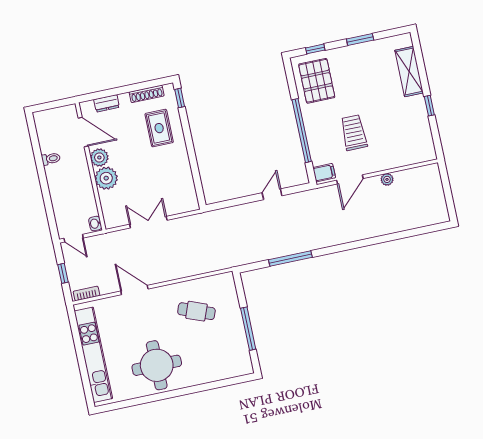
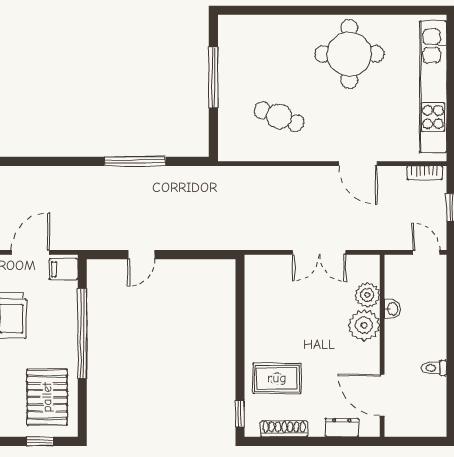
rug: (159, 128) -> (277, 378), turned 90
plant: (99, 158) -> (367, 295), moved
washbasin: (95, 224) -> (392, 309), moved

